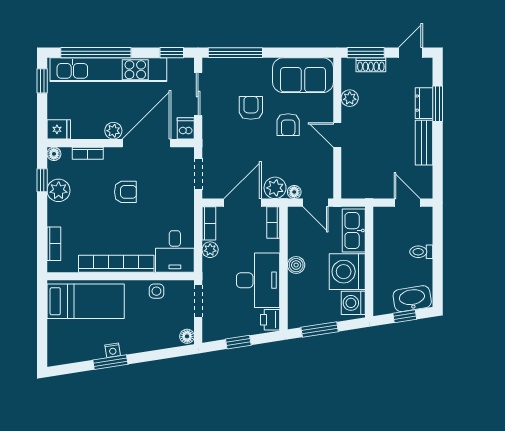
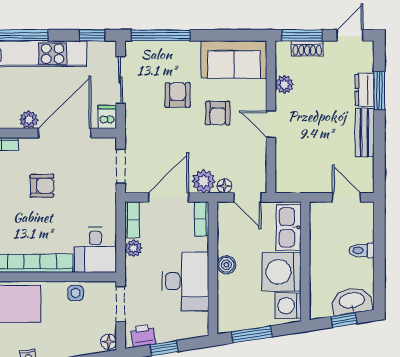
printer: (270, 320) -> (143, 336), moved, turned 81

